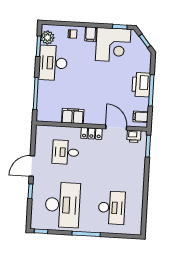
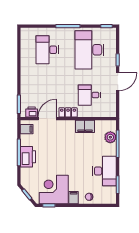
plant: (48, 38) -> (110, 137), moved
door: (116, 127) -> (47, 119), swing flipped
desk: (65, 152) -> (89, 95), turned 180

